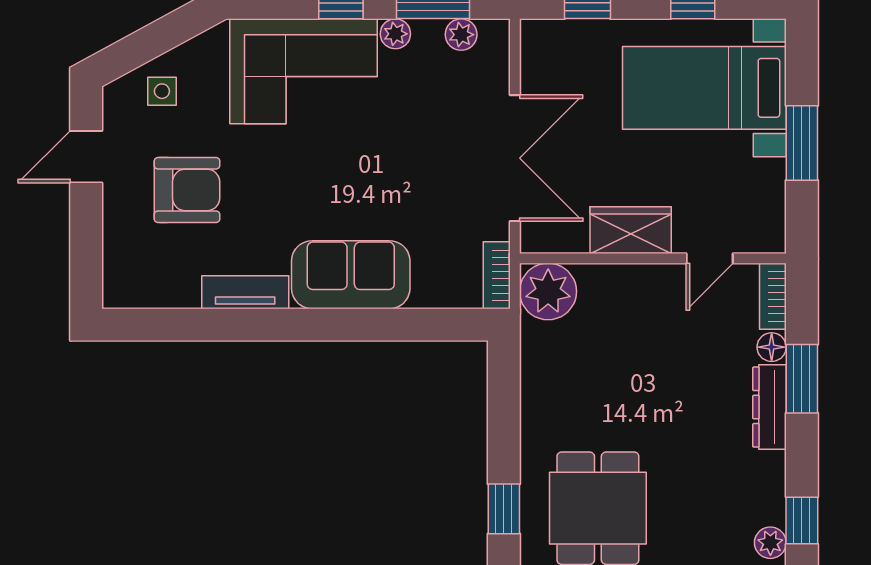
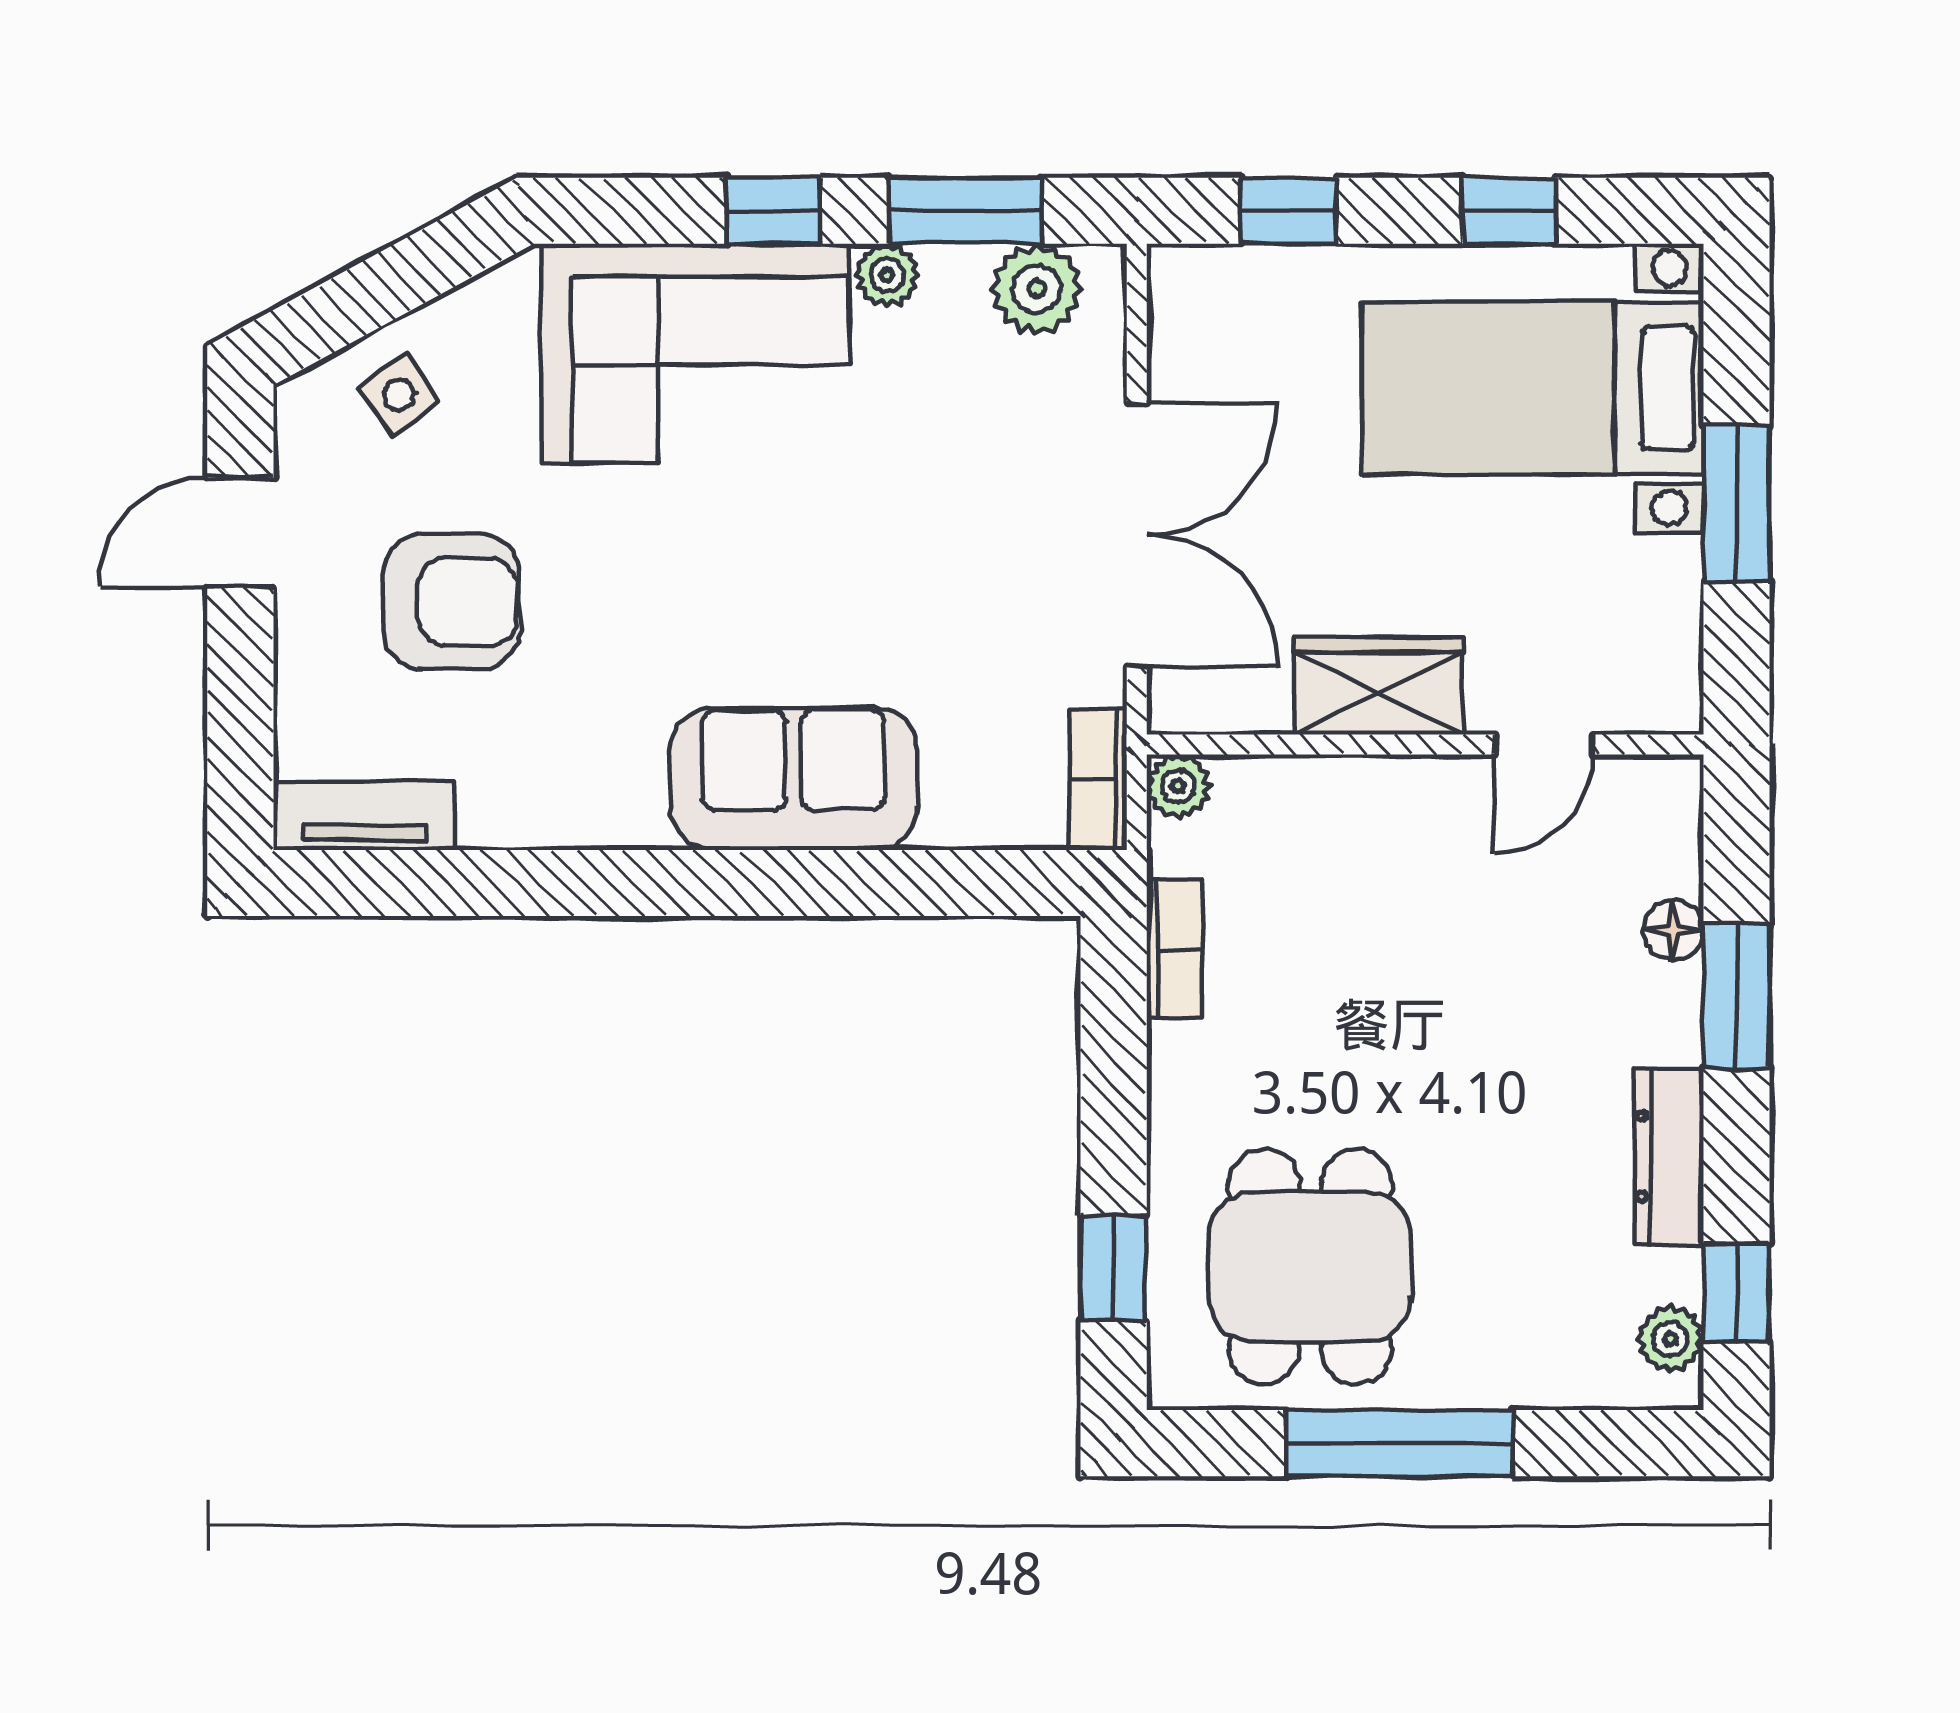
plant: (461, 35) -> (1037, 289), width x1.38, depth x1.38
side table: (162, 91) -> (399, 395), turned -35
plant: (548, 291) -> (1178, 786), width x0.53, depth x0.53
tv unit: (245, 292) -> (364, 815), moved
bookcase: (773, 296) -> (1174, 949), moved, turned 180
dresser: (769, 407) -> (1669, 1156), moved

